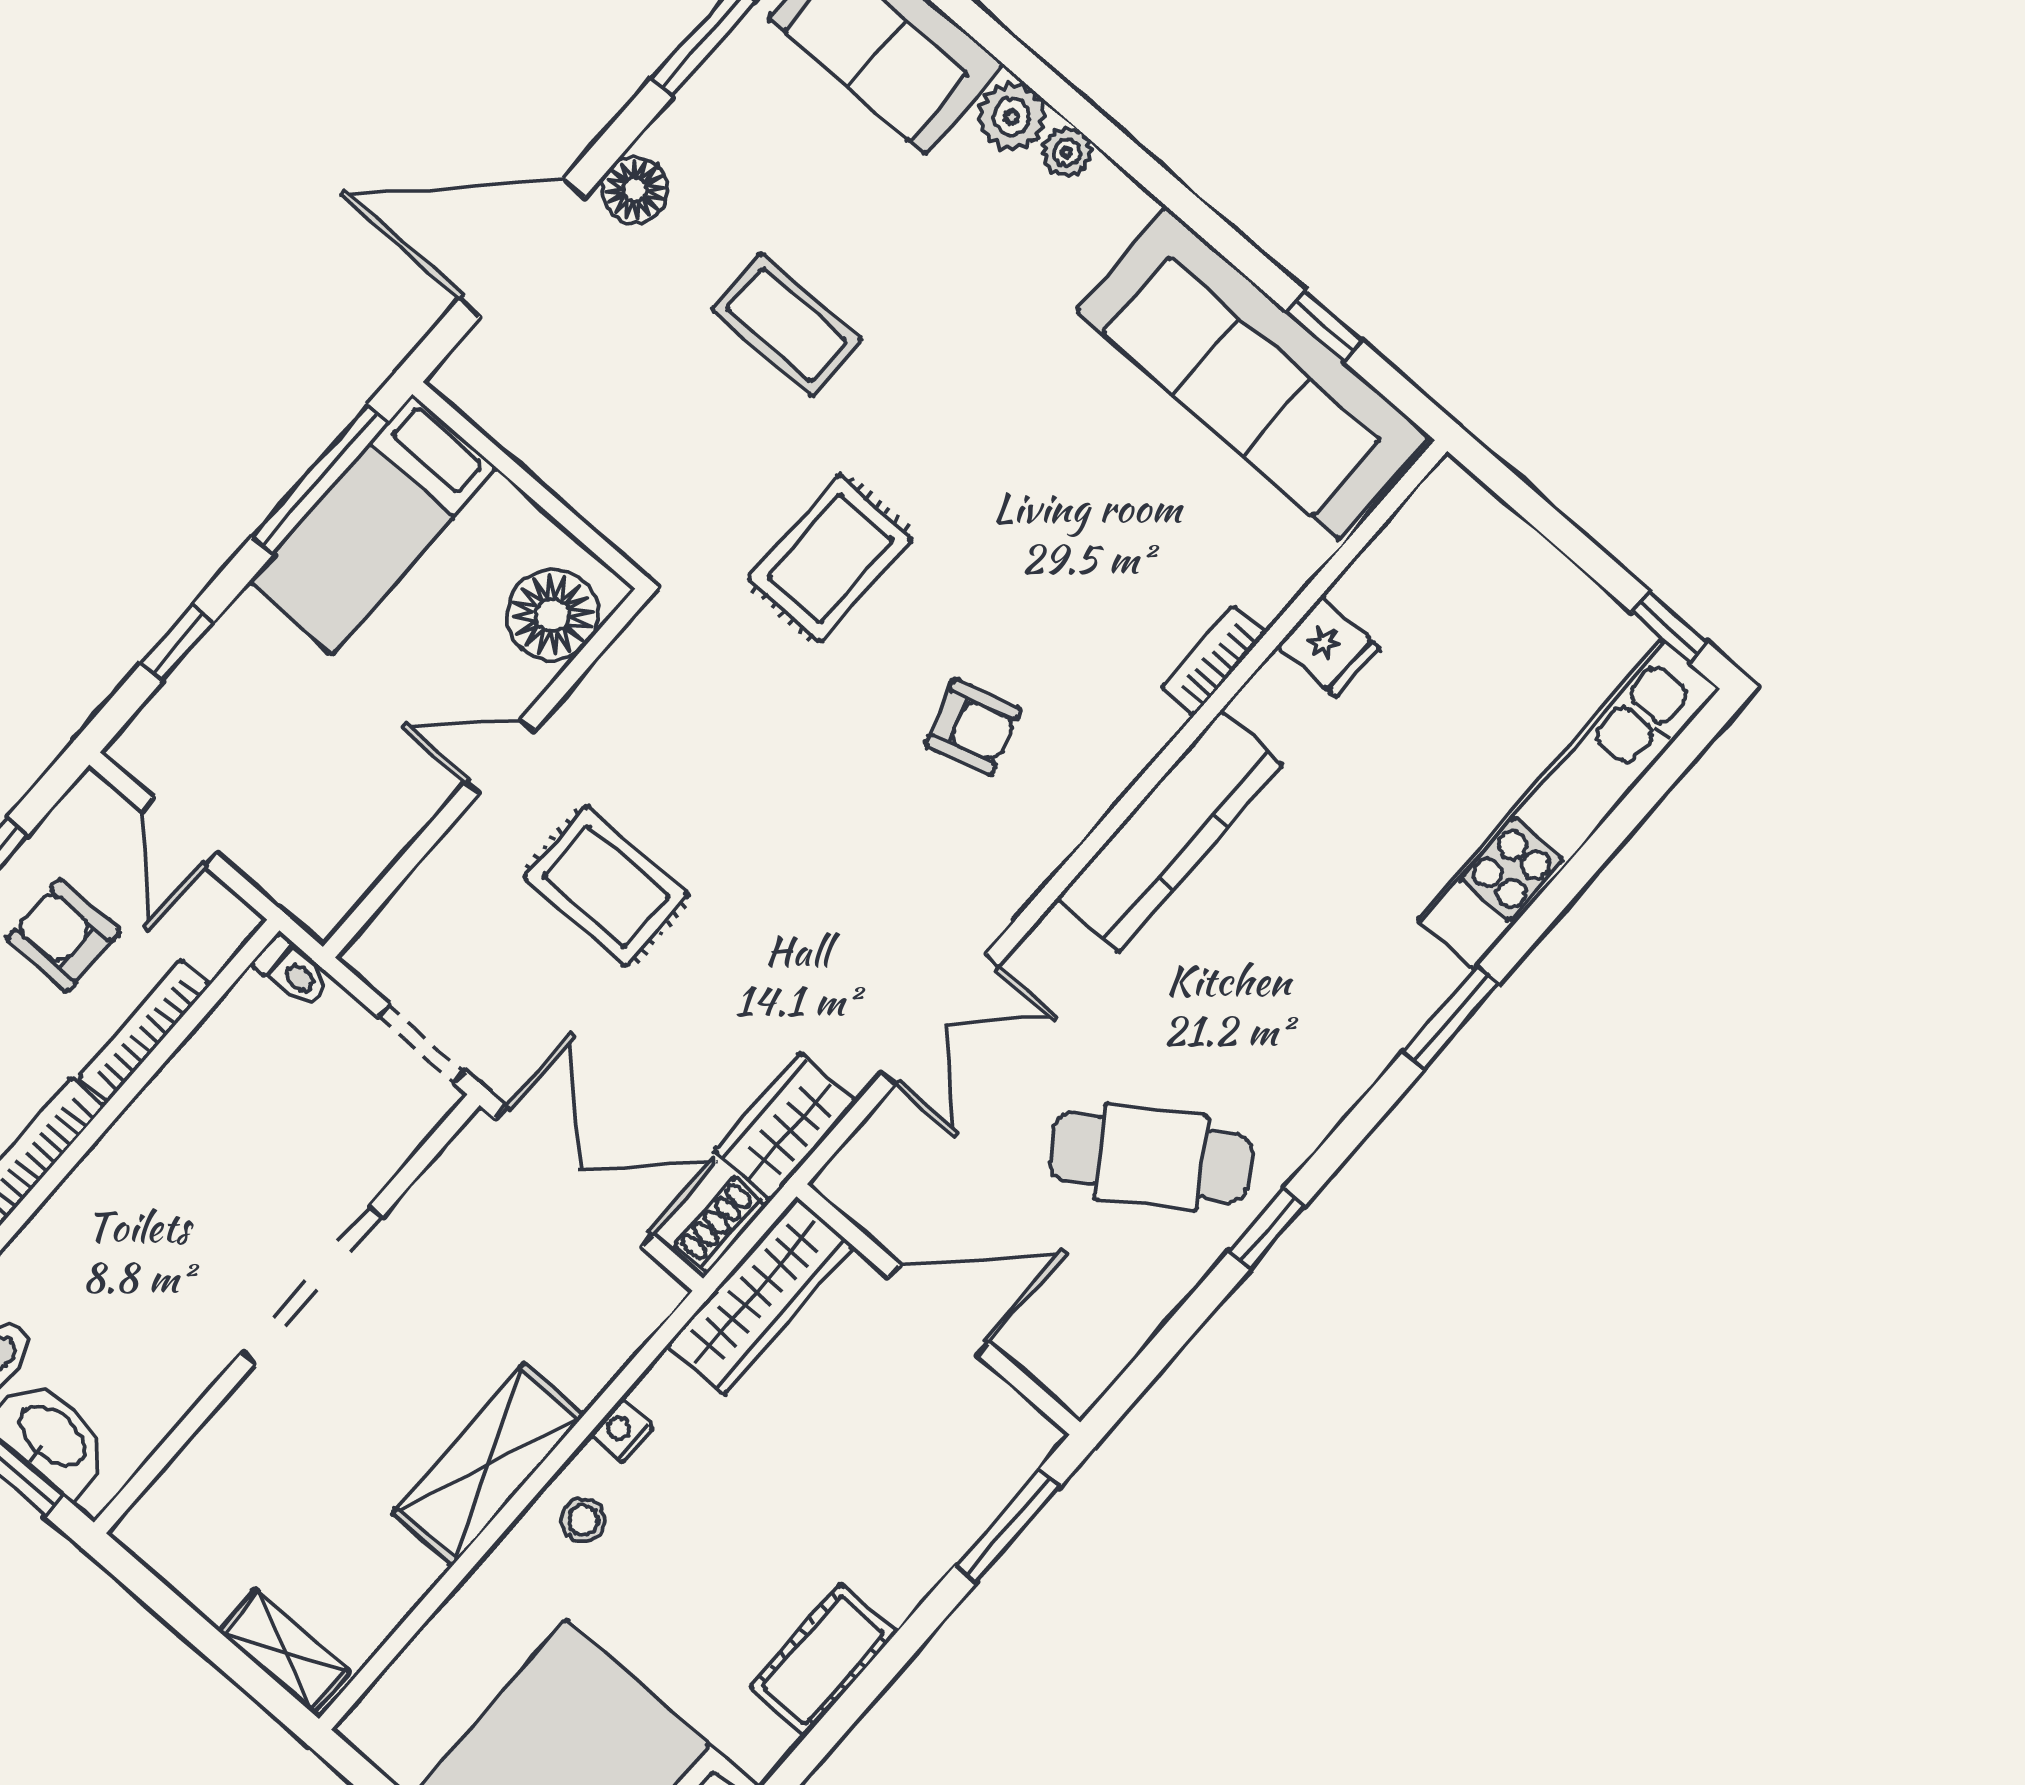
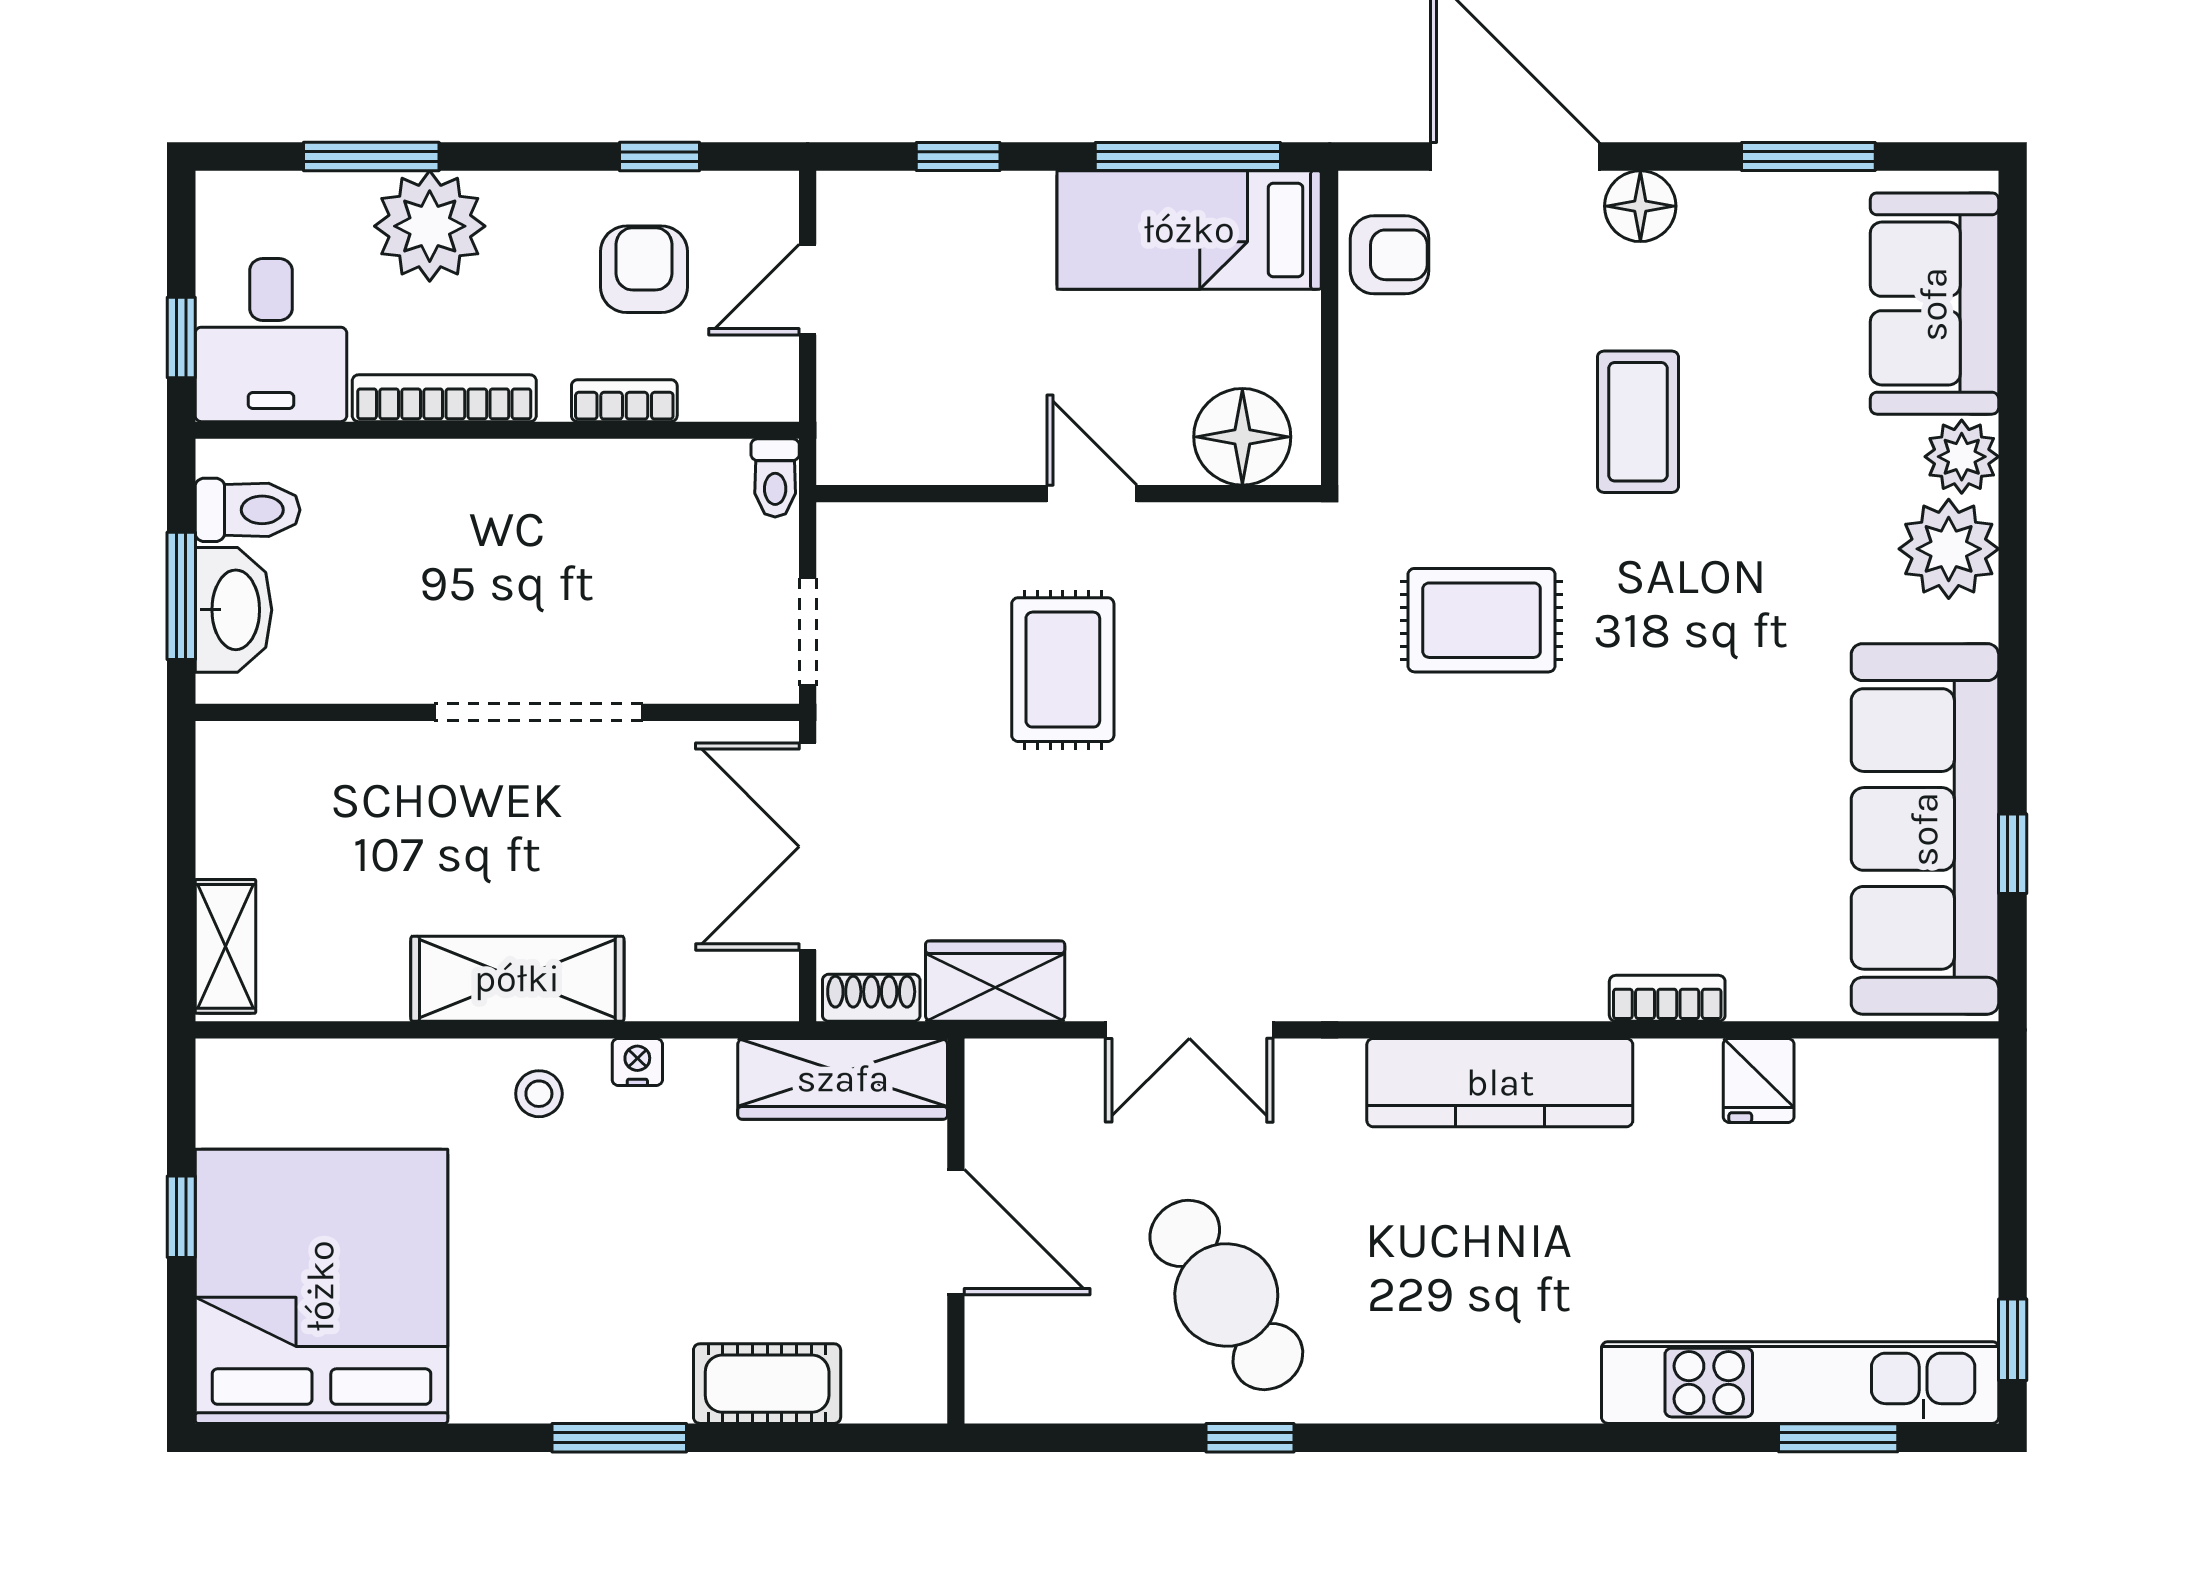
plant: (1067, 152) -> (1949, 549), width x1.88, depth x1.88
armchair: (973, 727) -> (1390, 255), moved, turned -73
window: (1451, 1018) -> (1838, 1438), moved
bookcase: (144, 1031) -> (624, 401), width x0.64
double door: (574, 1177) -> (808, 847), swing flipped
window: (1008, 1526) -> (619, 1438), moved
cot: (823, 1660) -> (767, 1384), moved

